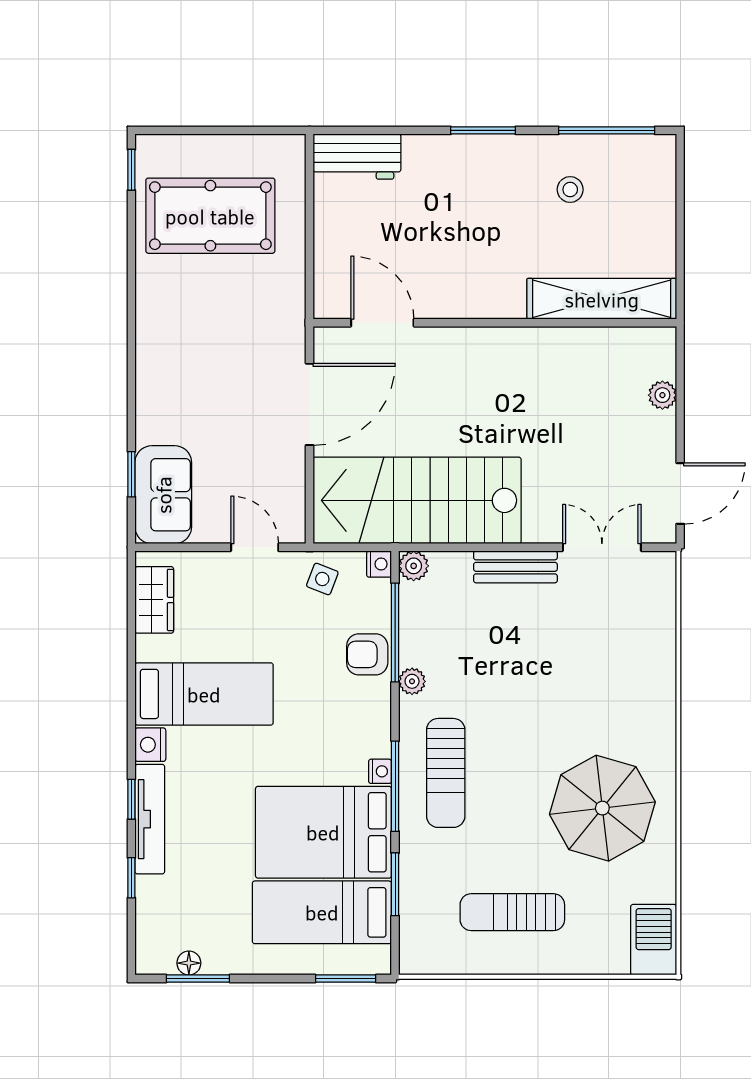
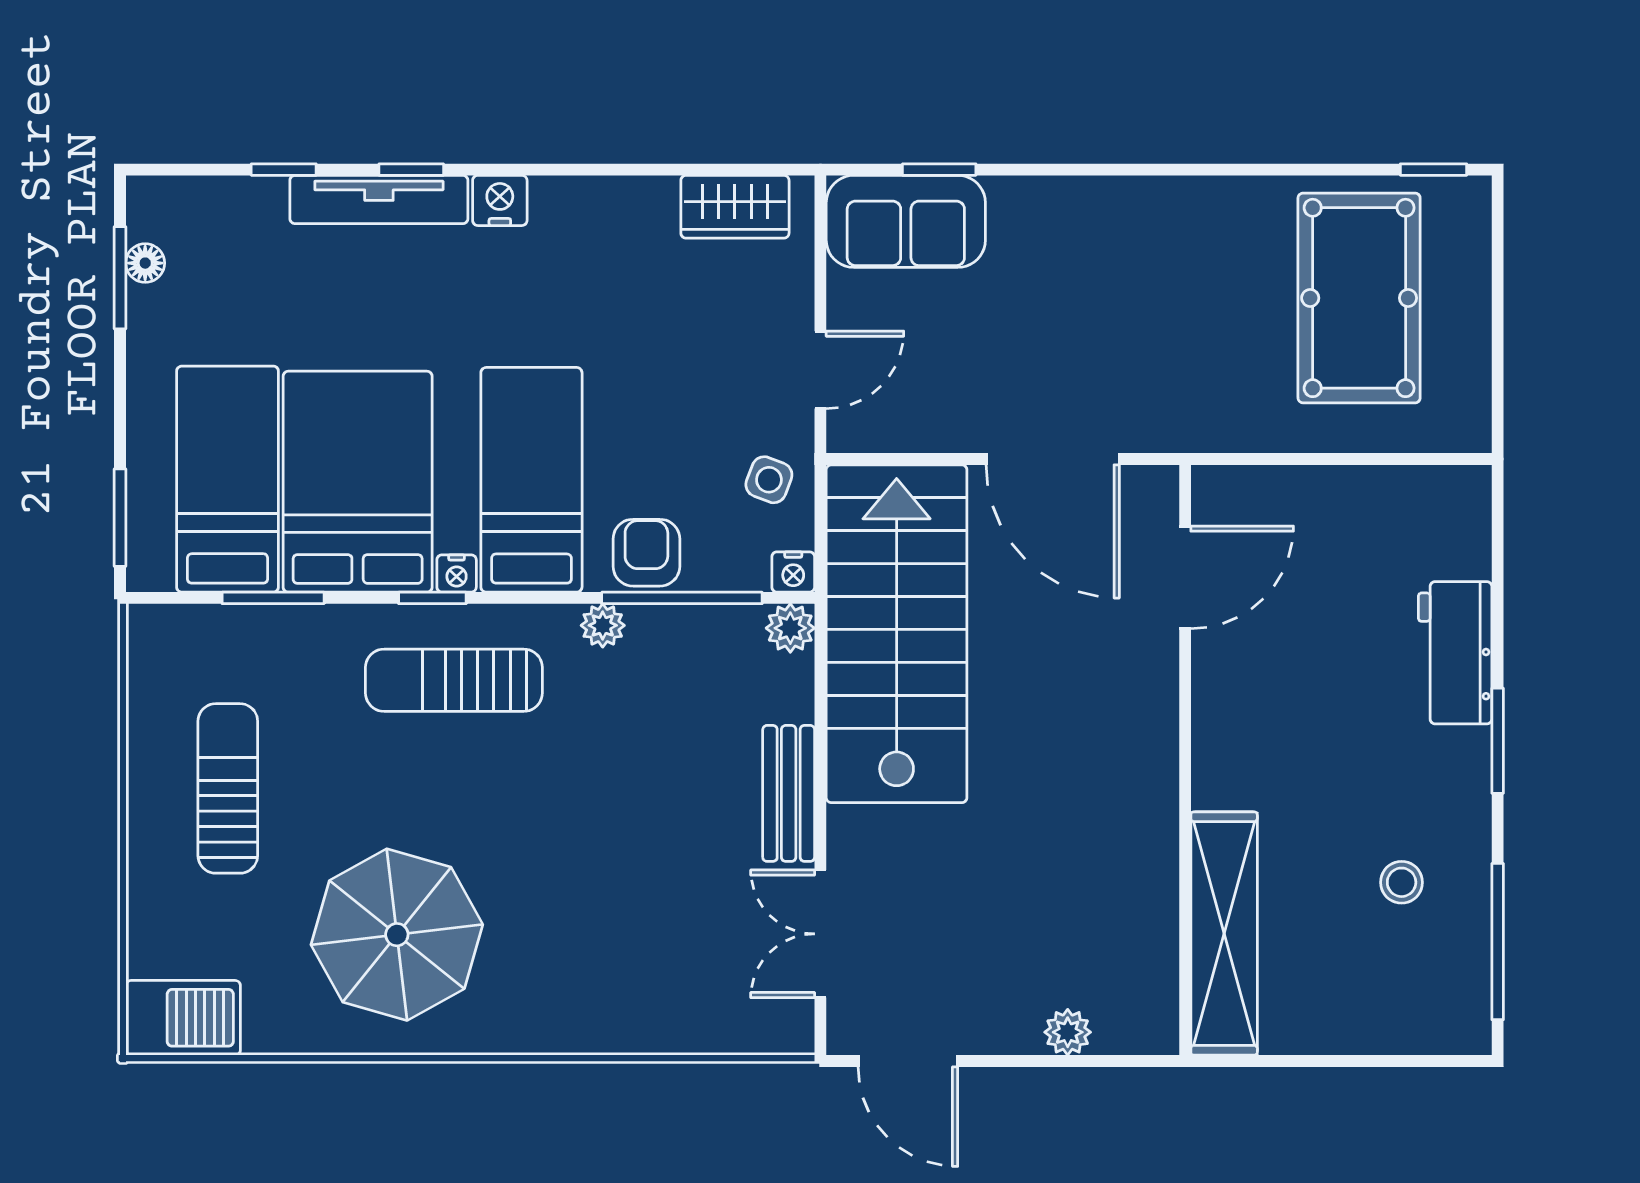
workbench: (357, 157) -> (1455, 653), moved
double door: (602, 547) -> (820, 934), swing flipped
bed: (204, 694) -> (531, 480), moved, turned 180
window: (395, 786) -> (432, 598), width x0.46

